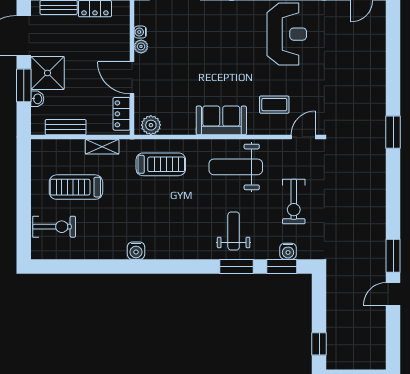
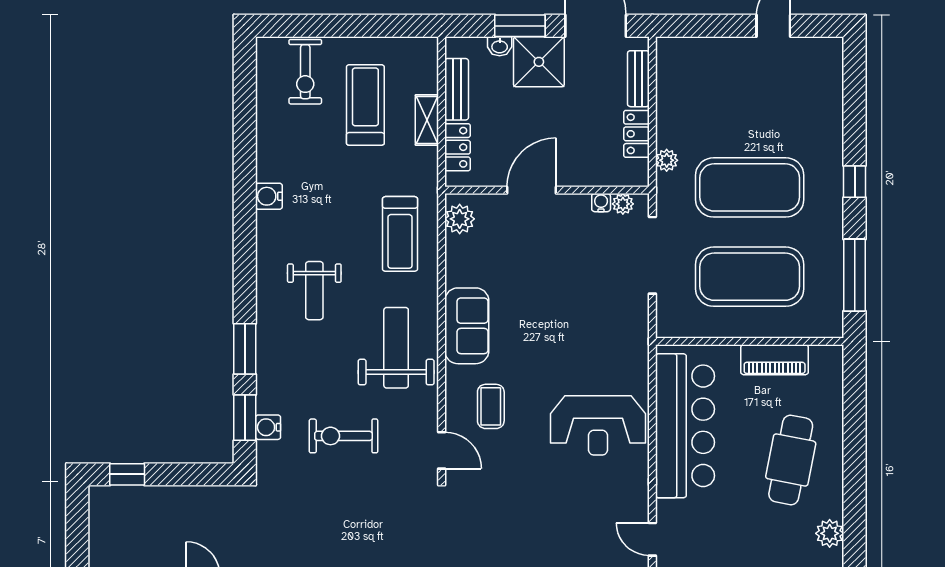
plant: (141, 46) -> (623, 204), moved
locker: (122, 114) -> (457, 147), moved, turned 90
shelving: (102, 147) -> (427, 120), moved
weight bench: (234, 231) -> (314, 291), moved, turned 90

